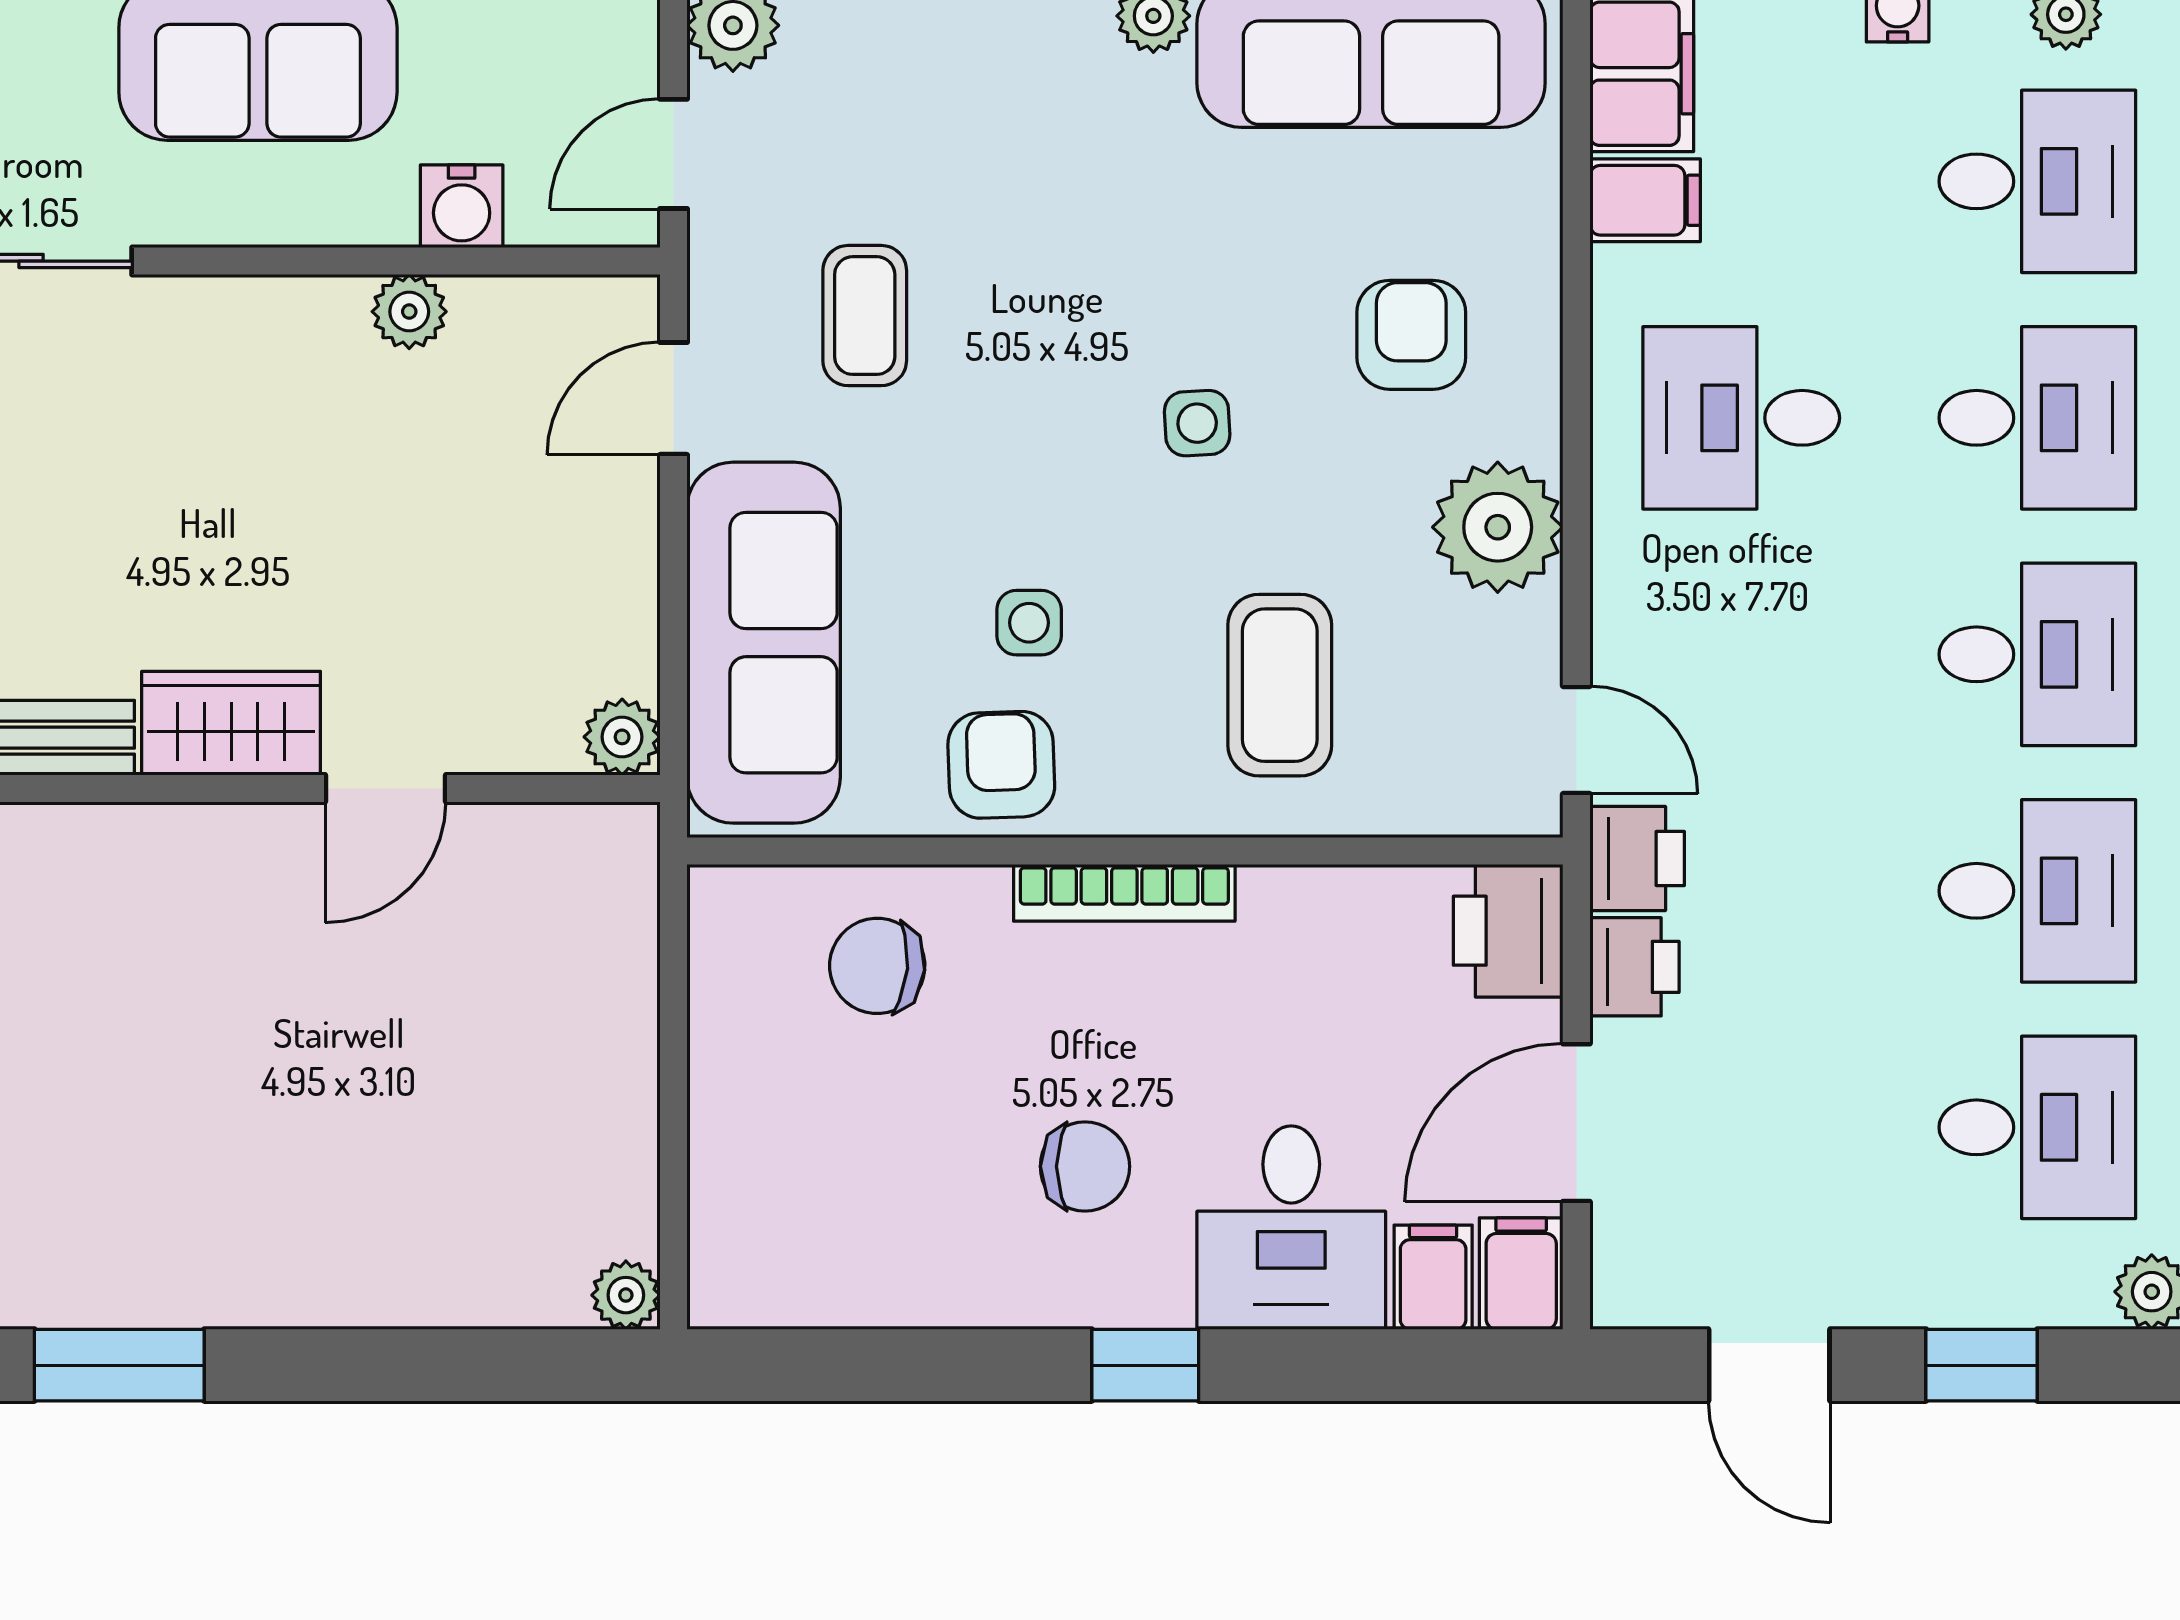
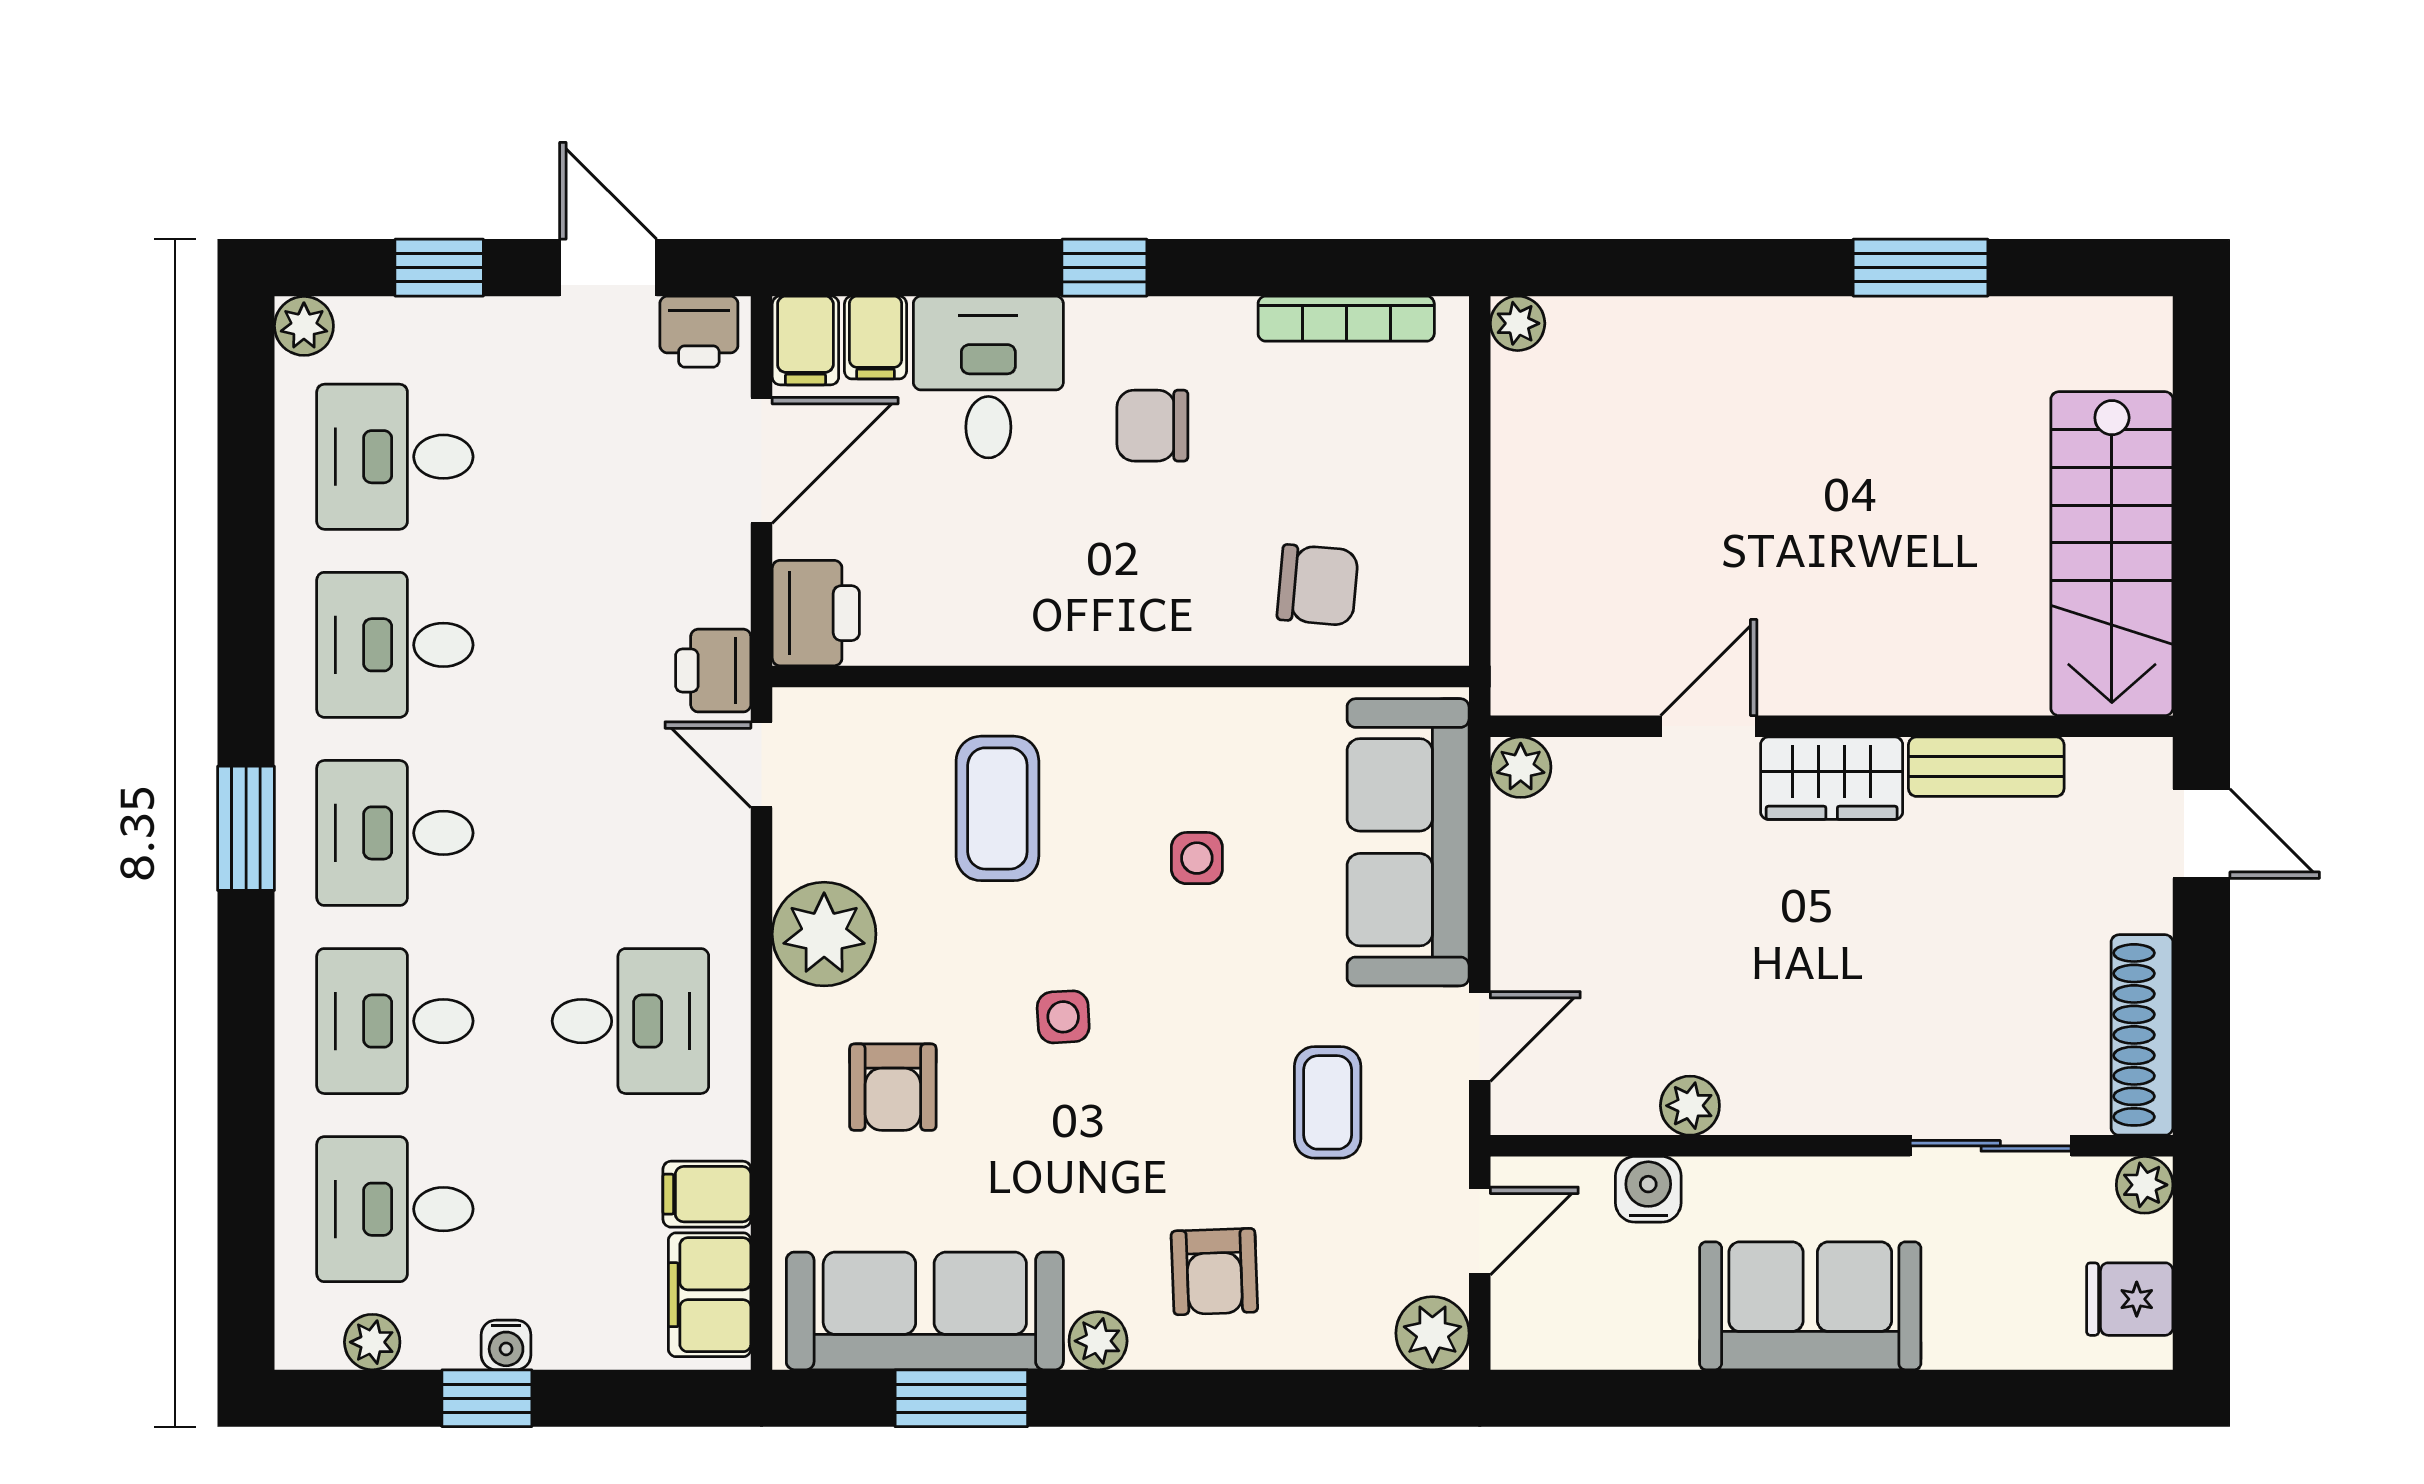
armchair: (1001, 765) -> (1214, 1272), moved
bookcase: (1124, 893) -> (1346, 319), moved, turned 180
printer: (1634, 967) -> (699, 332), moved, turned -90

